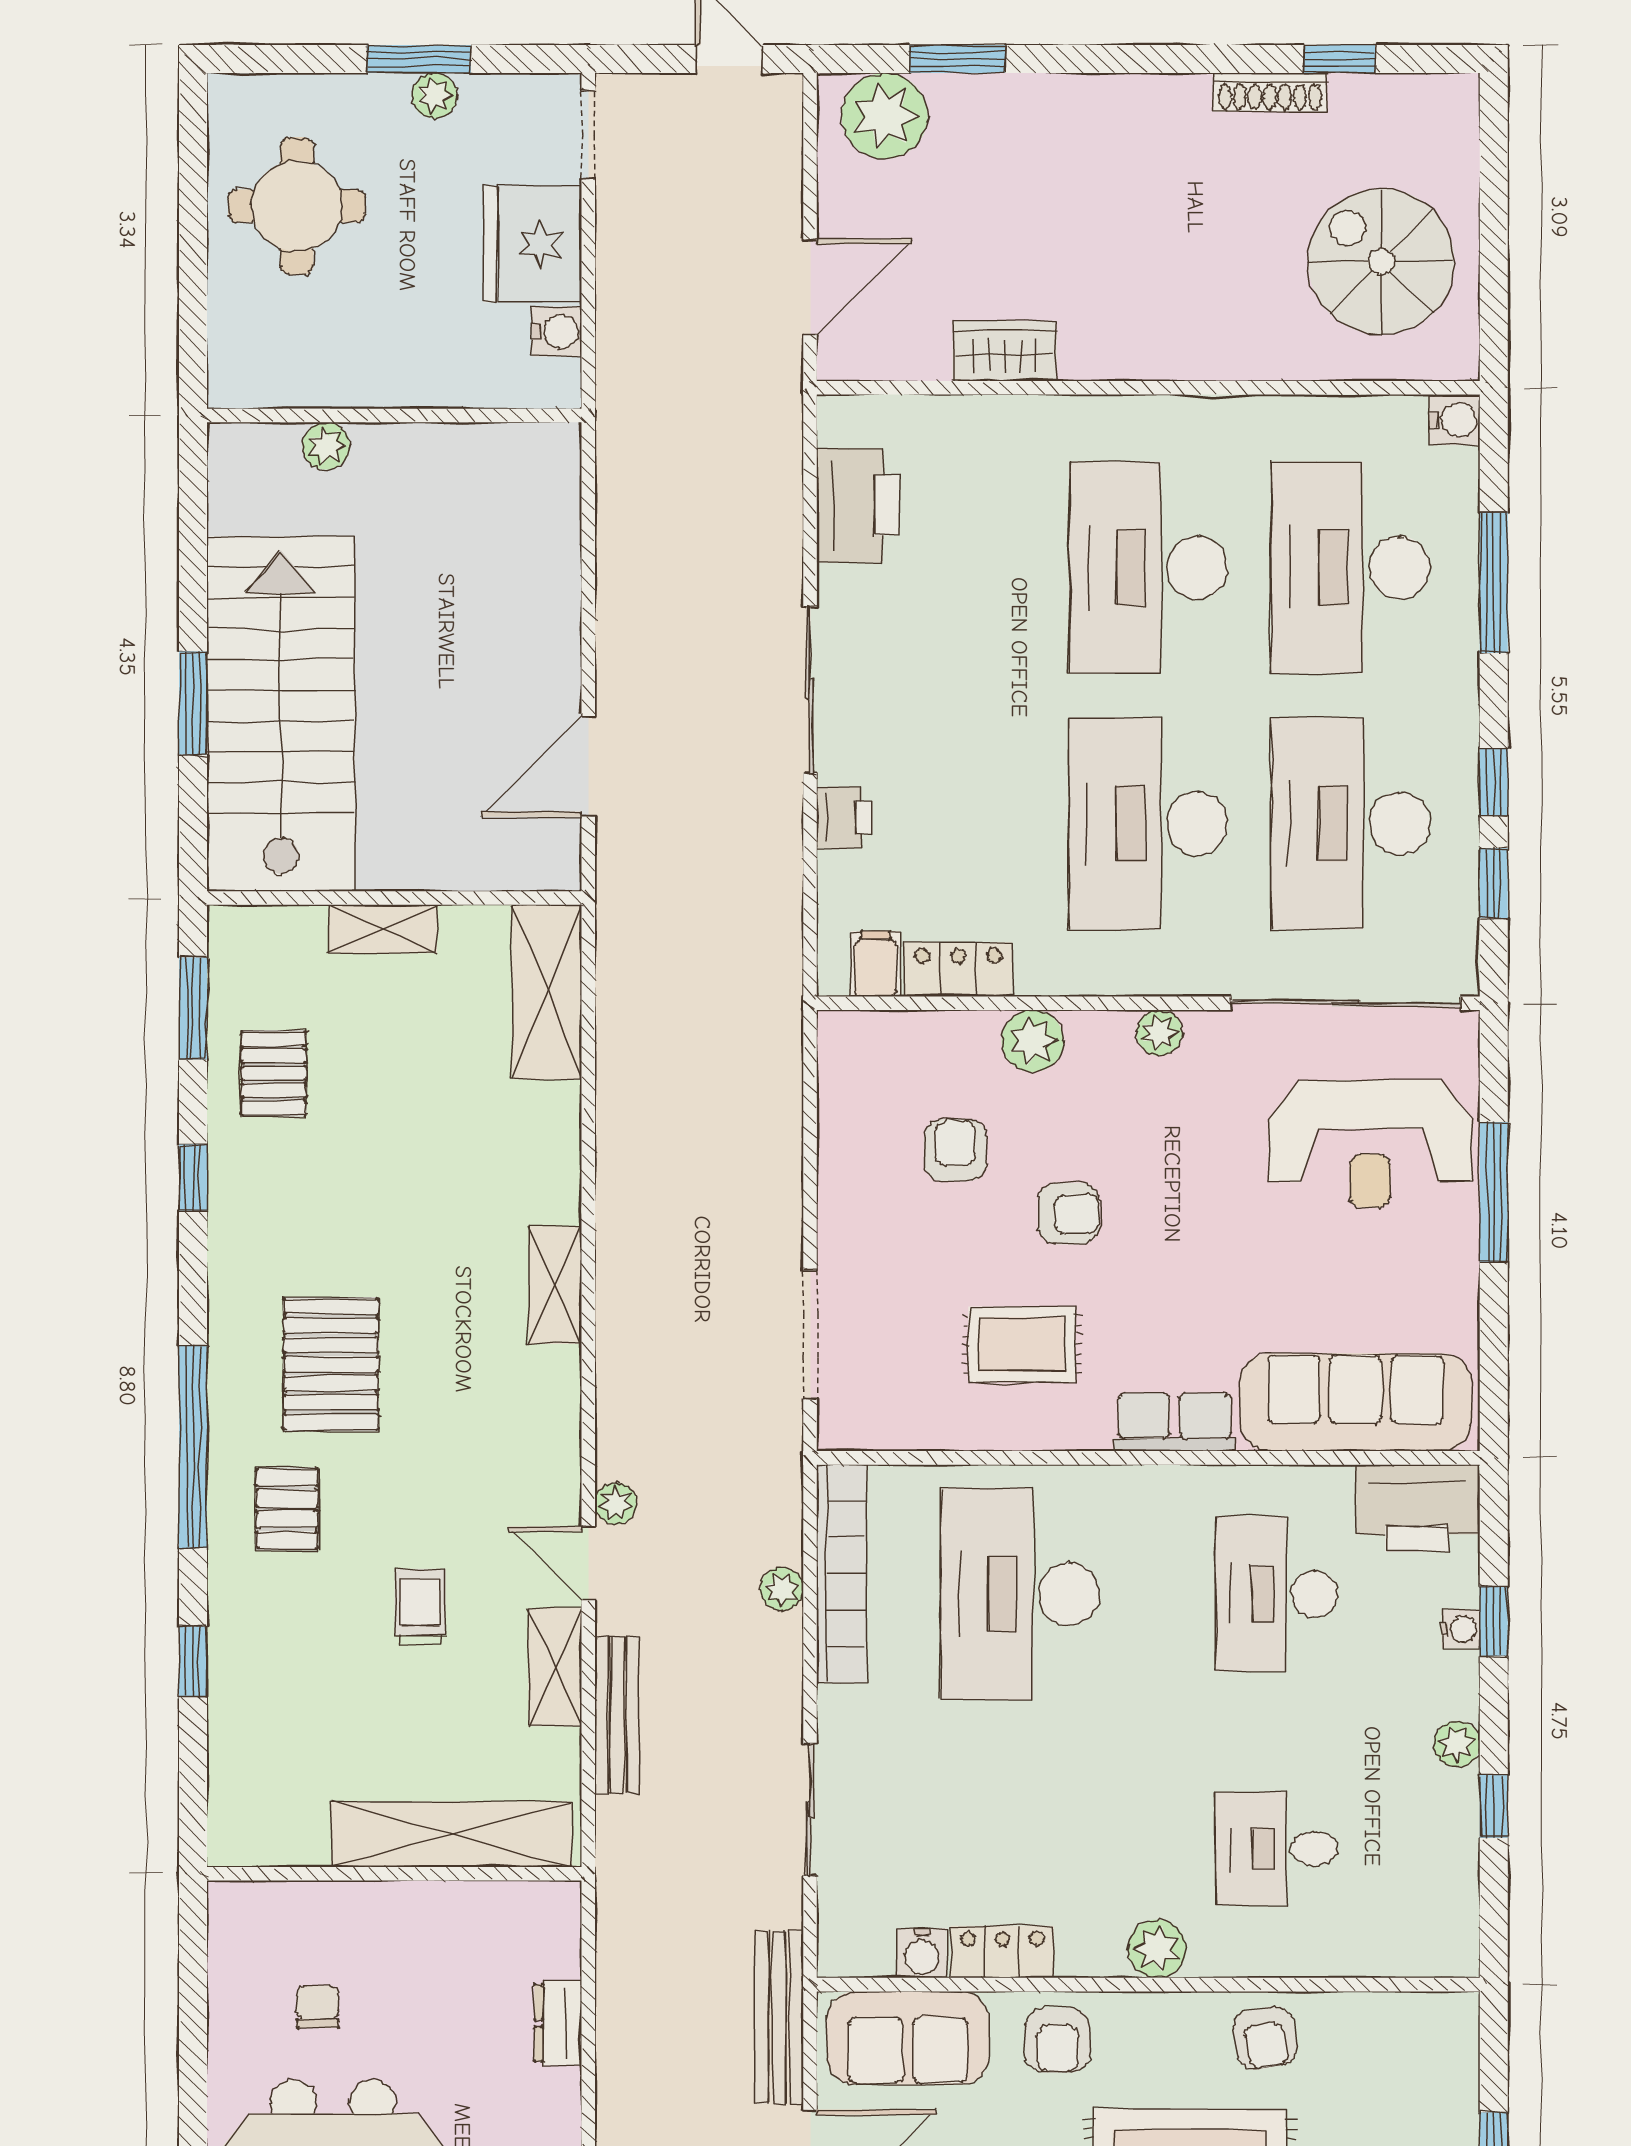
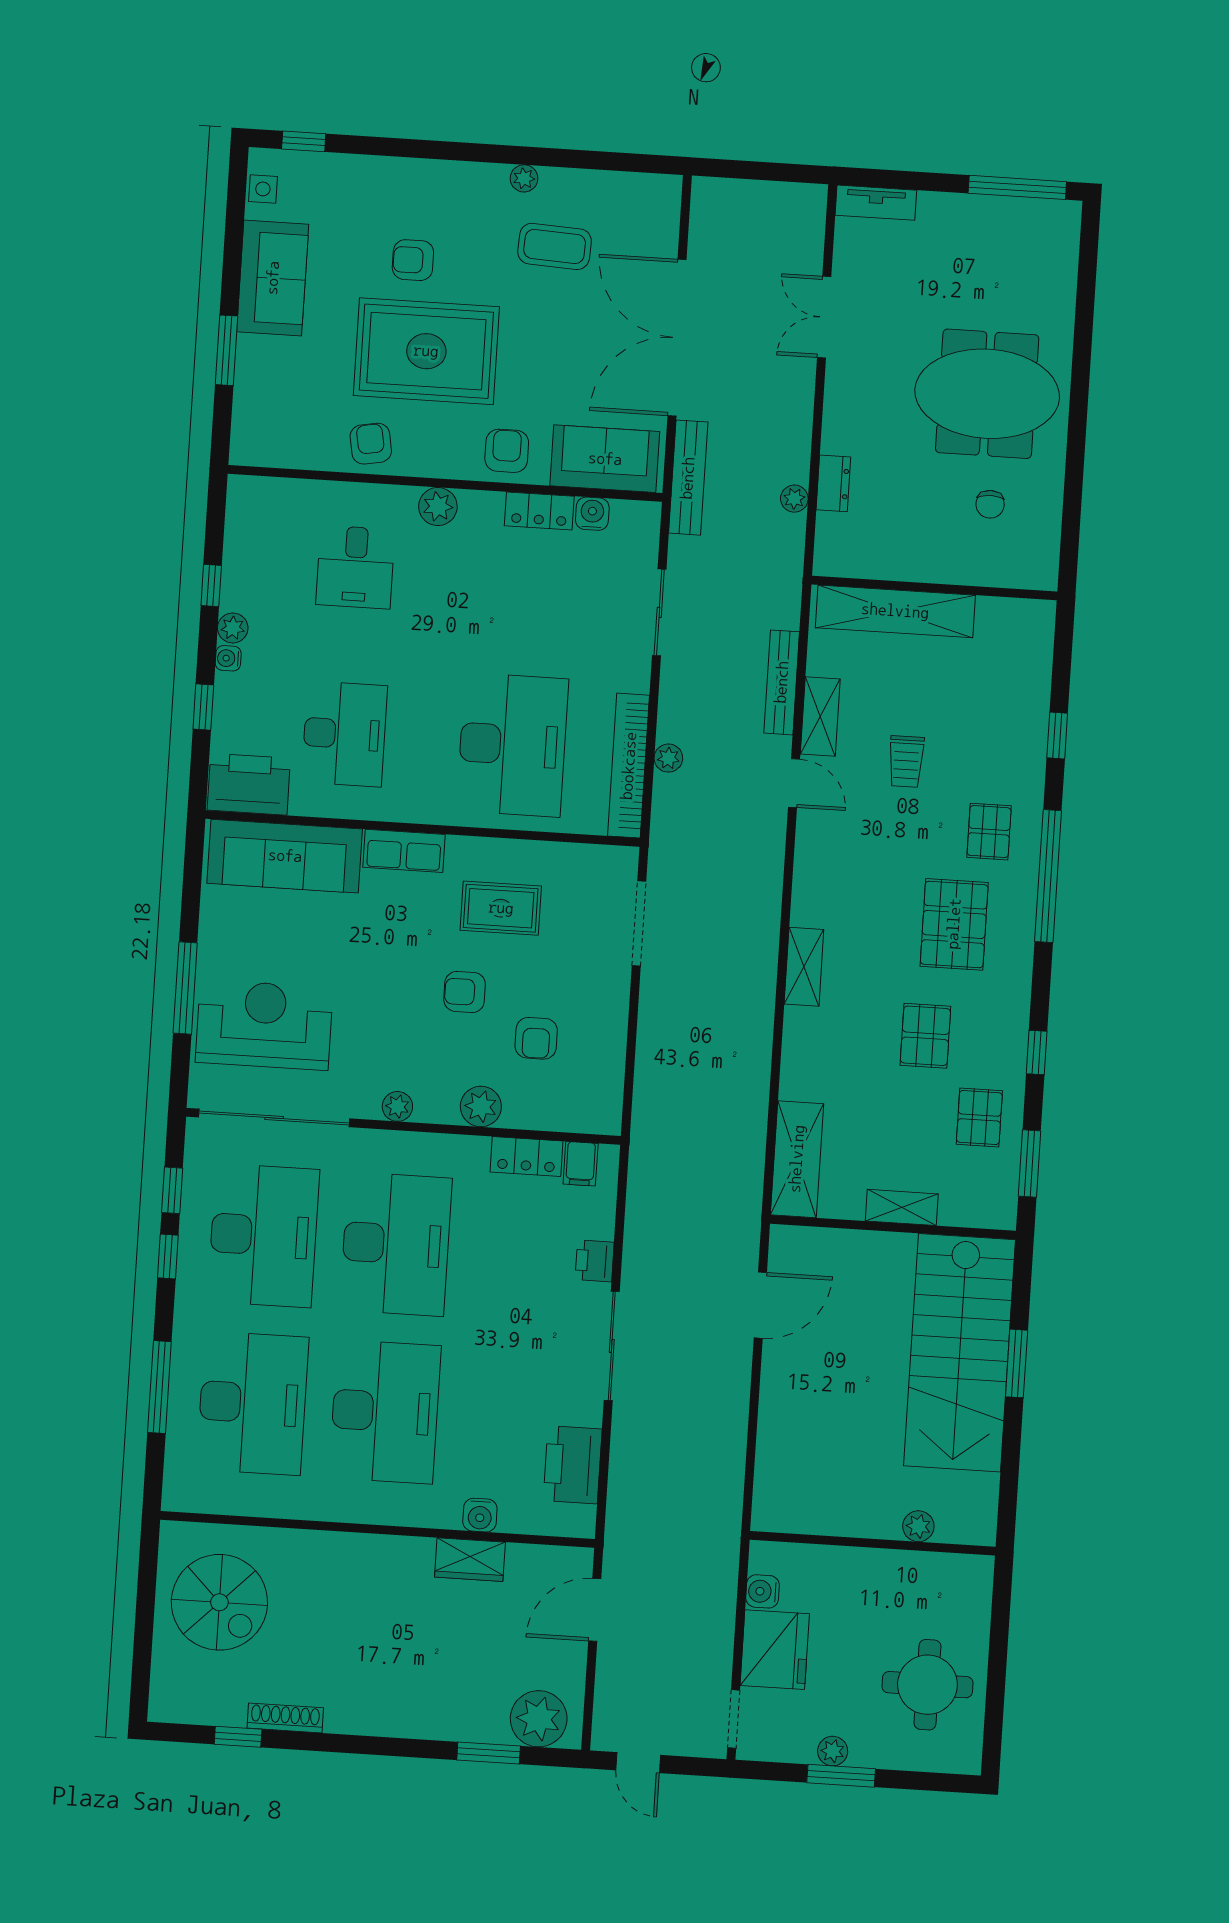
water cooler: (1455, 420) -> (480, 1515), moved, turned -90
pallet: (364, 1192) -> (925, 1036), added
plant: (616, 1503) -> (794, 499), moved
water cooler: (1461, 1629) -> (228, 658), moved
desk: (1276, 1849) -> (355, 567), turned 90

